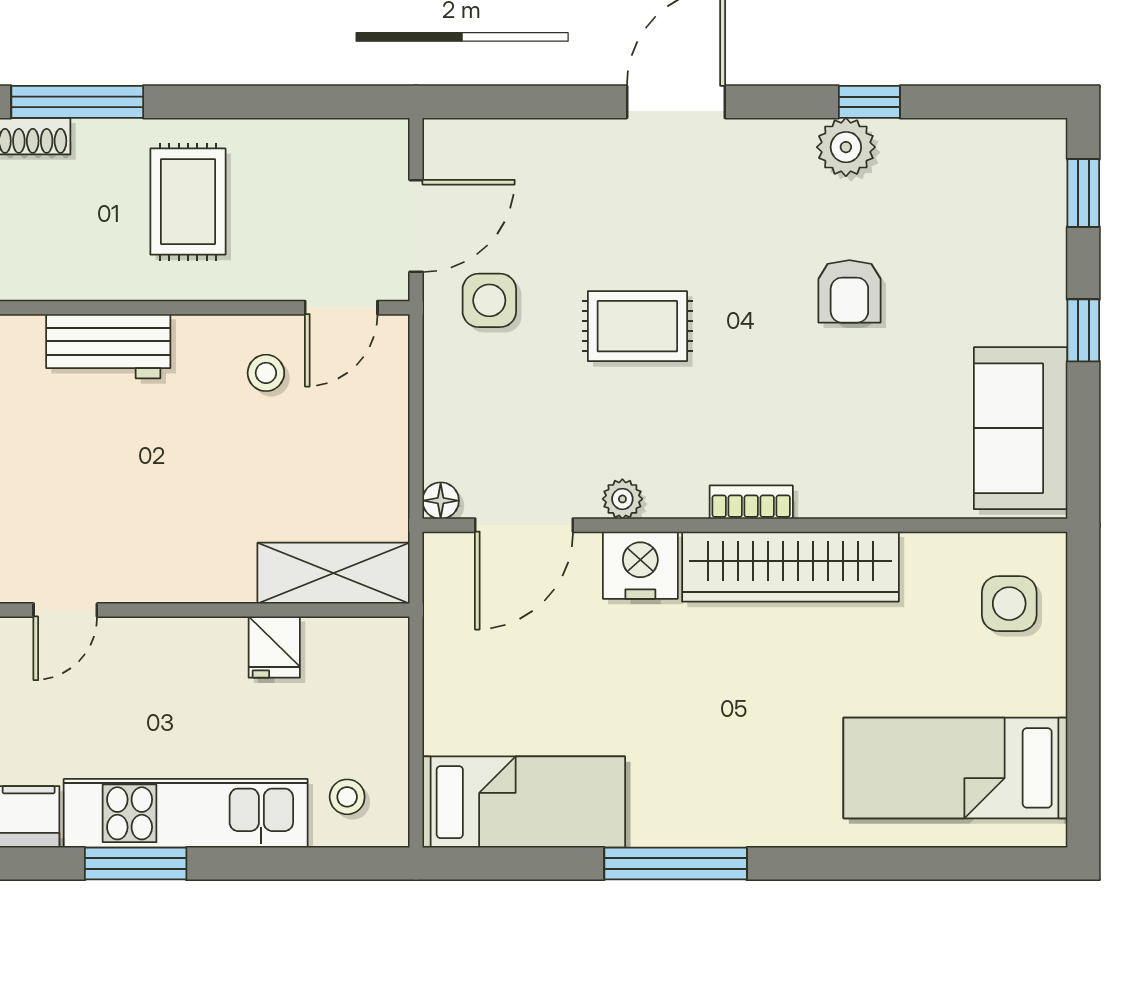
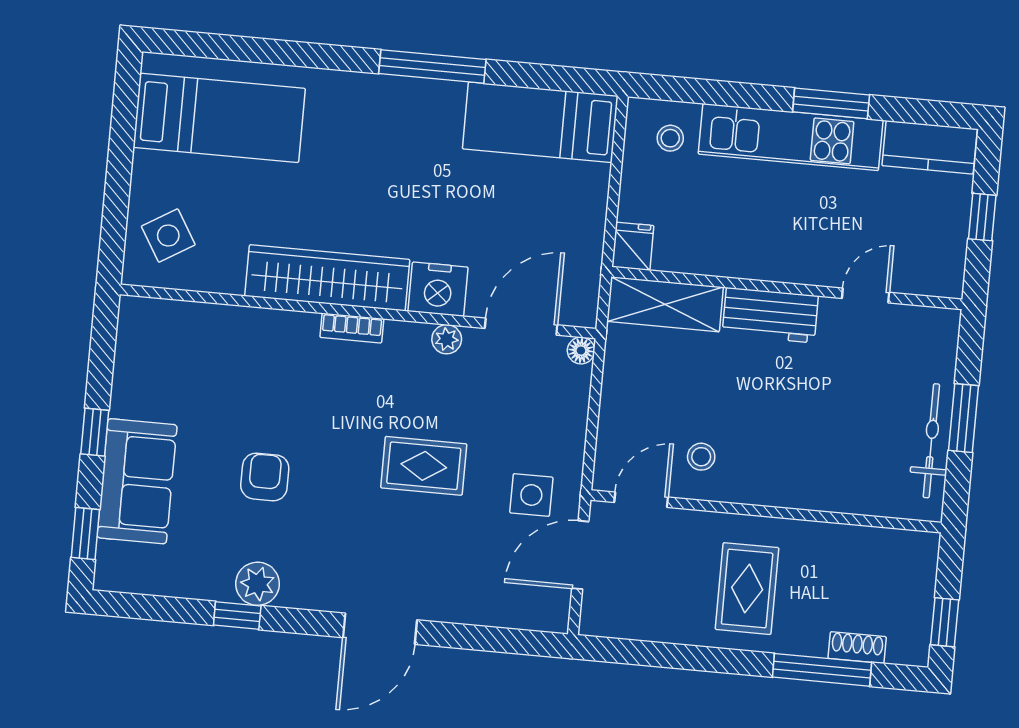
workbench: (108, 346) -> (770, 315), moved, turned 180
sofa: (1021, 428) -> (137, 481), moved
side table: (1009, 604) -> (168, 236), turned -31
fridge: (274, 647) -> (633, 246), moved

